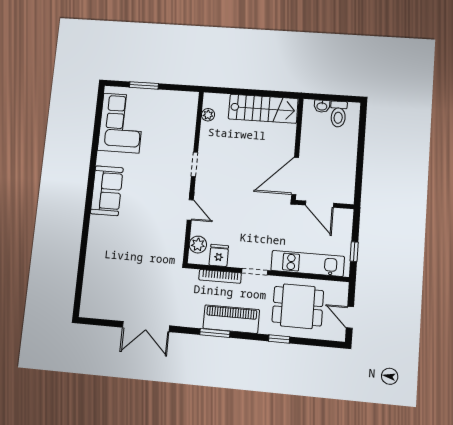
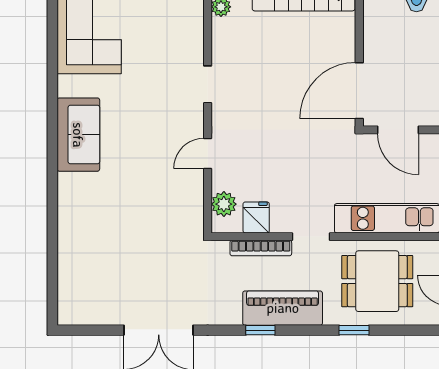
door: (190, 210) -> (208, 154), swing flipped
window: (215, 333) -> (260, 330), width x0.67

